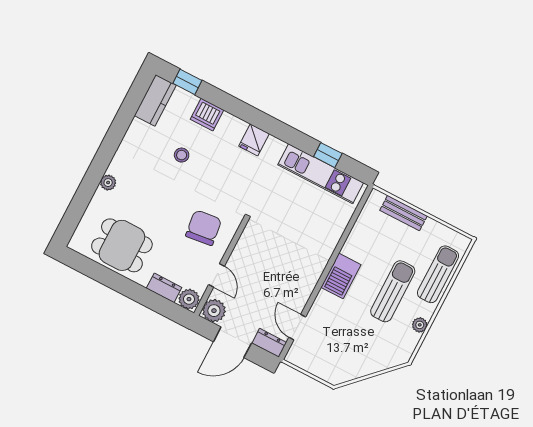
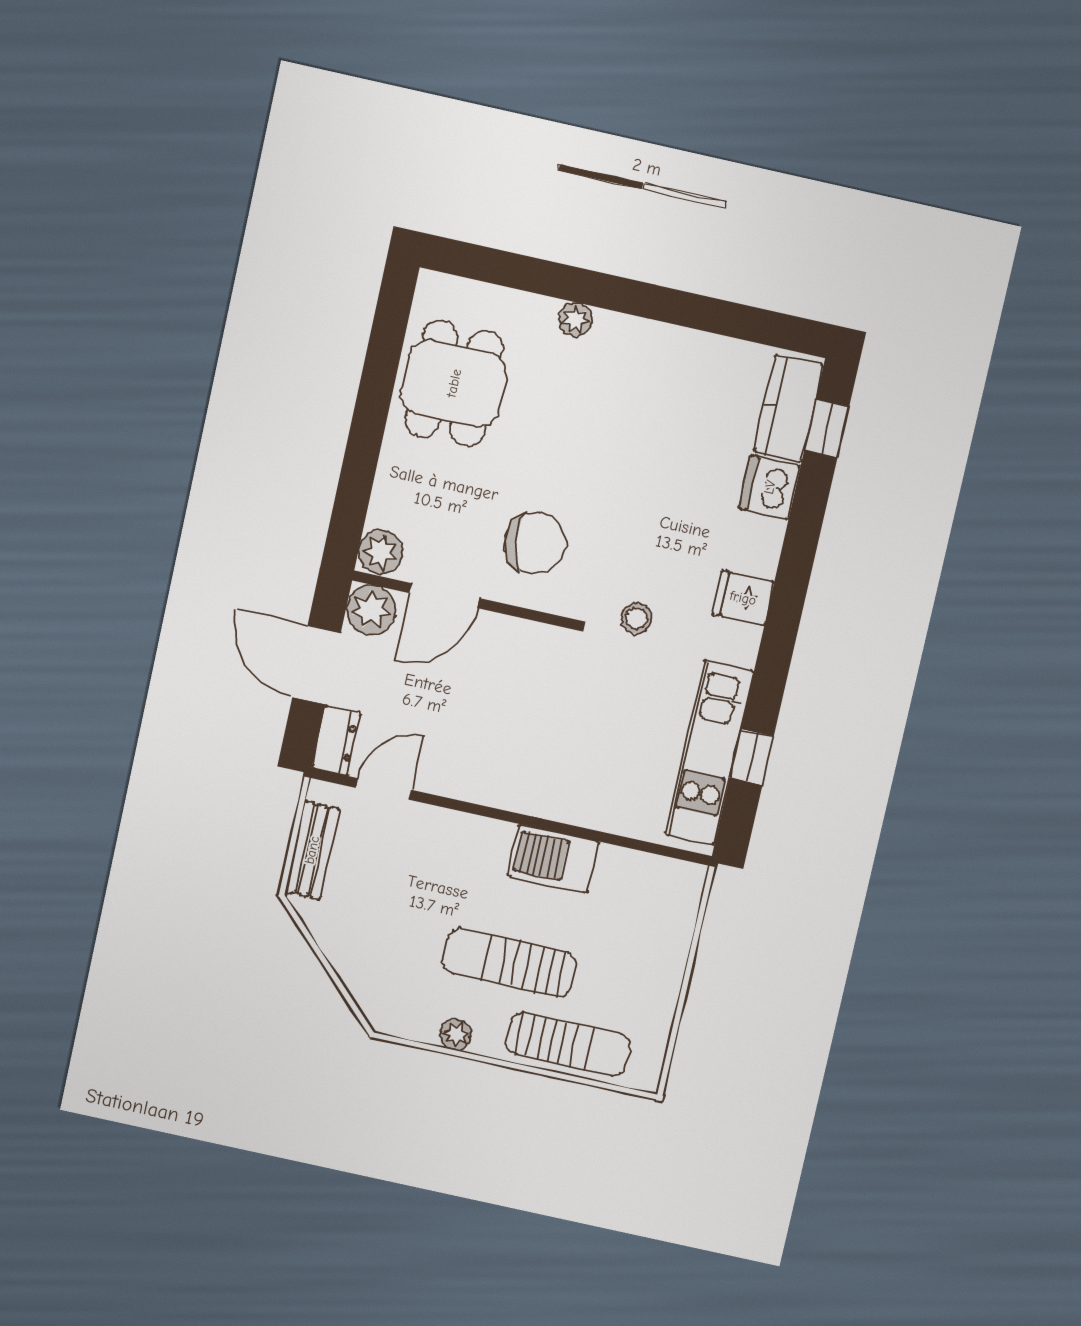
kitchen counter: (155, 100) -> (788, 408), moved, turned 90
stool: (182, 155) -> (636, 618), moved
bench: (404, 213) -> (312, 850), moved
door: (217, 275) -> (444, 596), width x1.38
barbecue: (341, 276) -> (553, 859), moved
dresser: (164, 288) -> (390, 494), removed
sun lounger: (393, 291) -> (509, 962), turned 180

